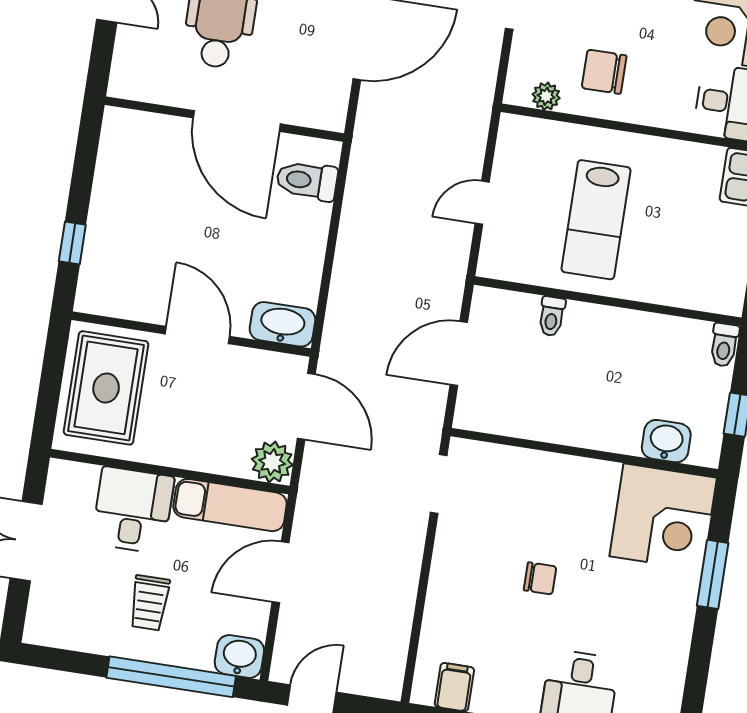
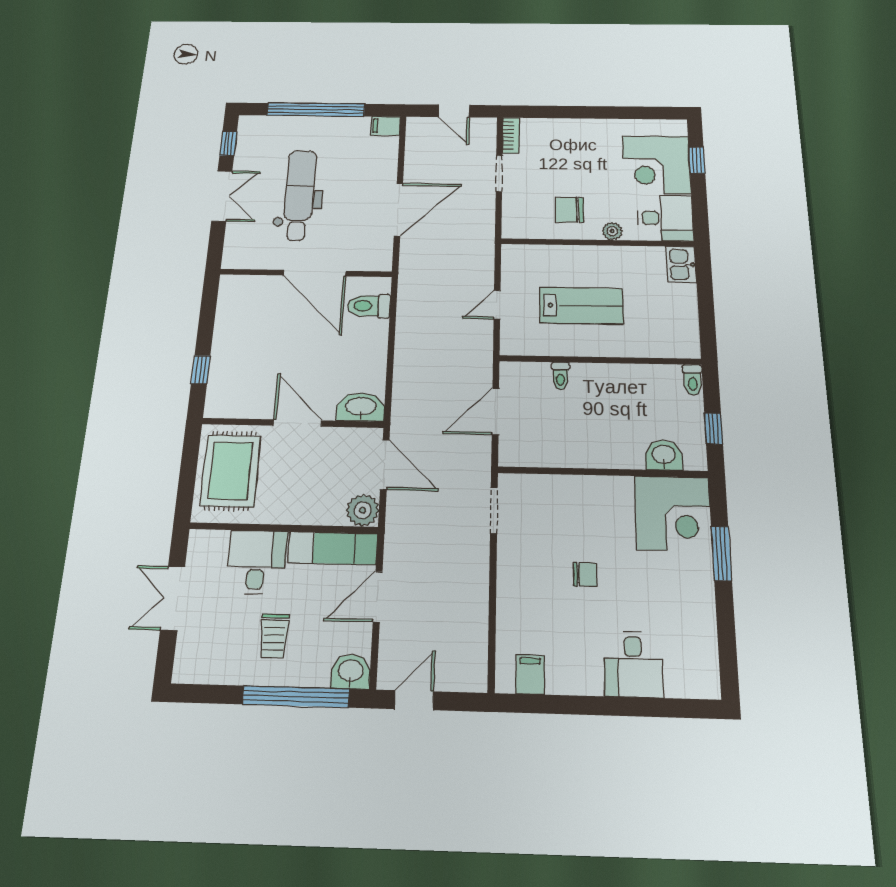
plant: (546, 96) -> (612, 231), moved
lab bench: (596, 220) -> (581, 306), turned -90

